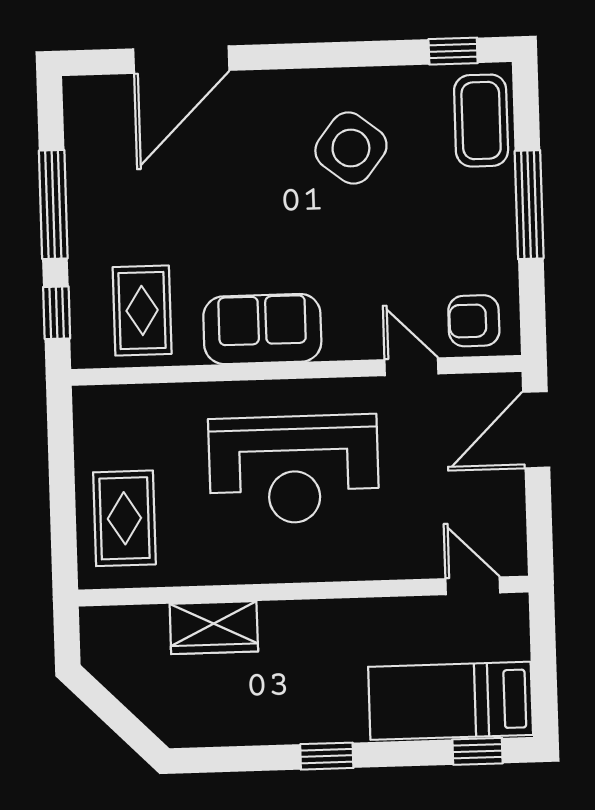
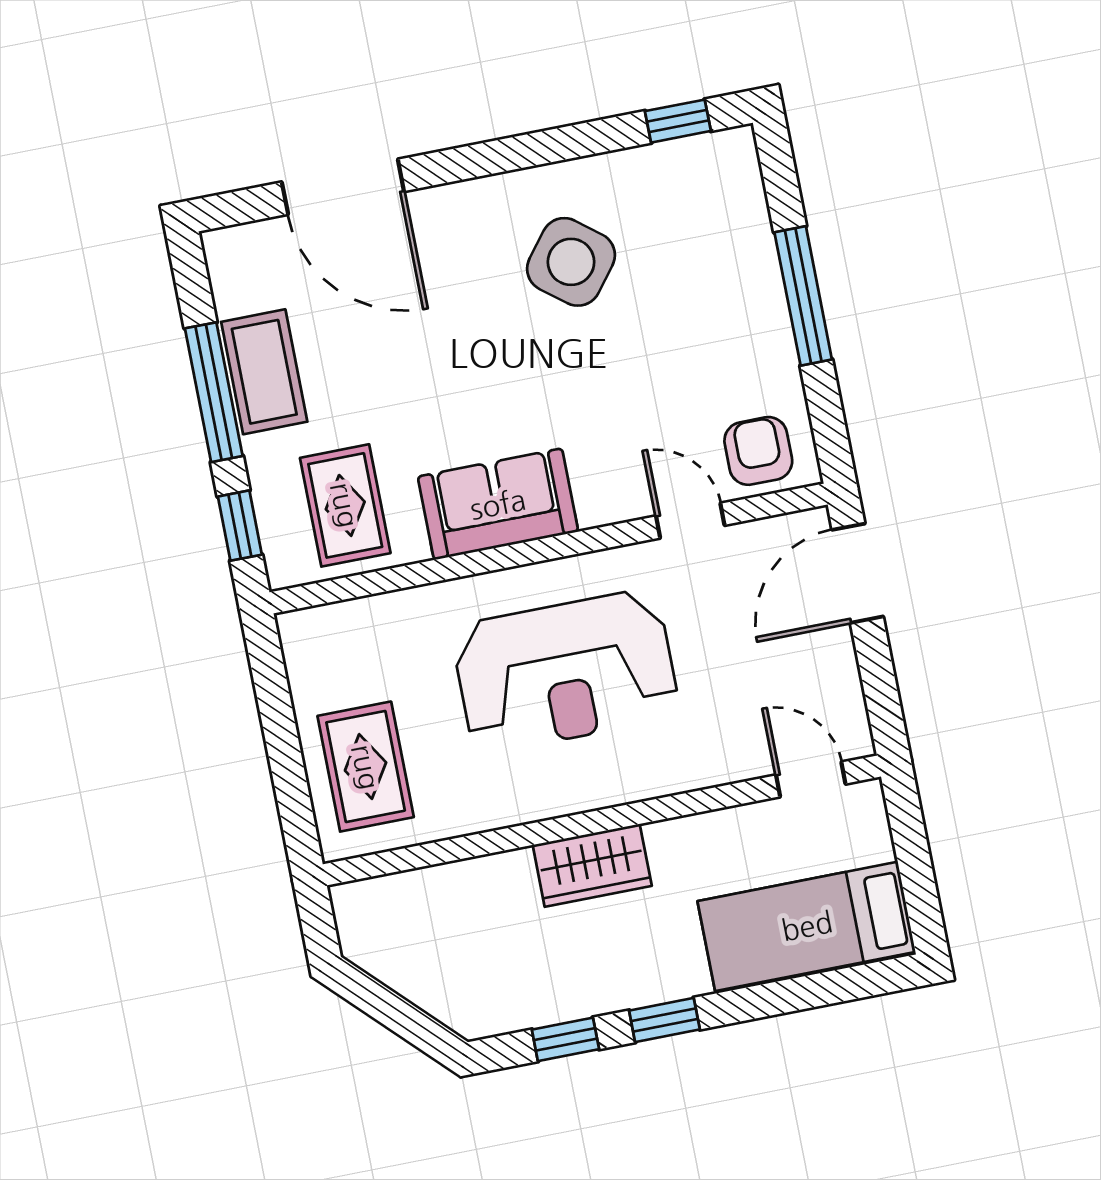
door: (181, 60) -> (343, 187), hinge flipped
coffee table: (481, 121) -> (264, 372), moved
armchair: (474, 321) -> (758, 451), turned 90
wardrobe: (214, 628) -> (592, 865), moved
window: (478, 751) -> (565, 1039), moved

